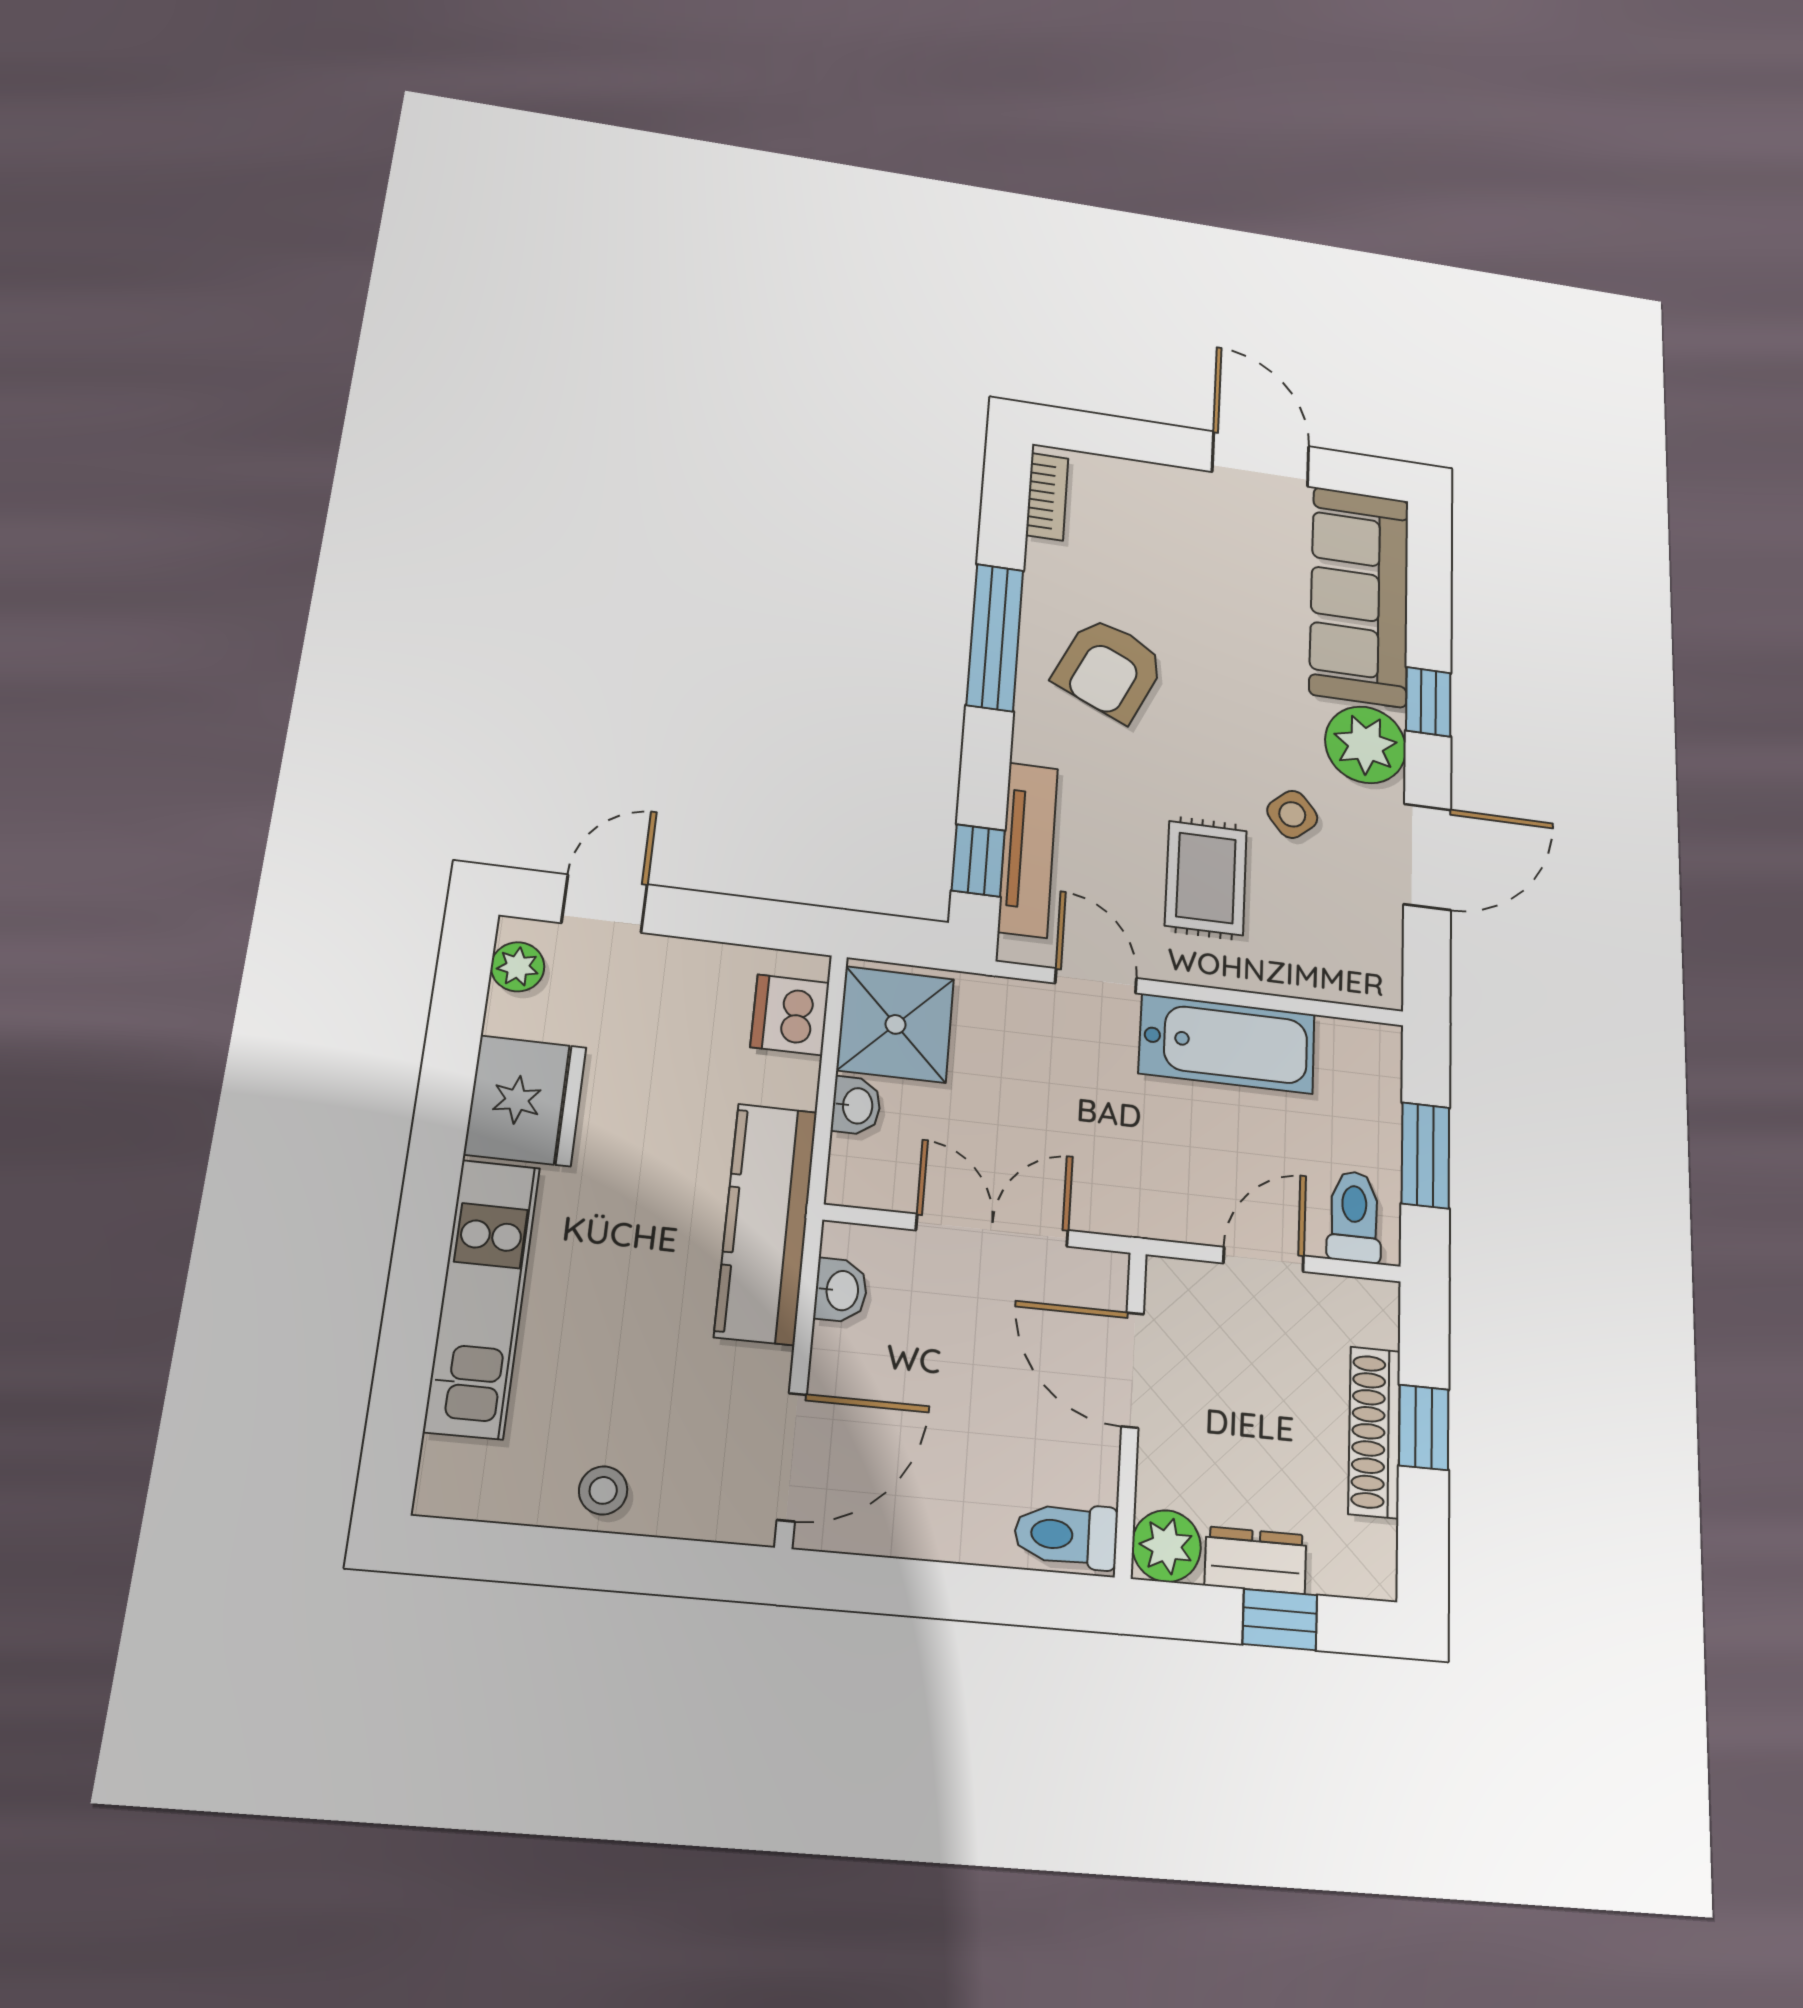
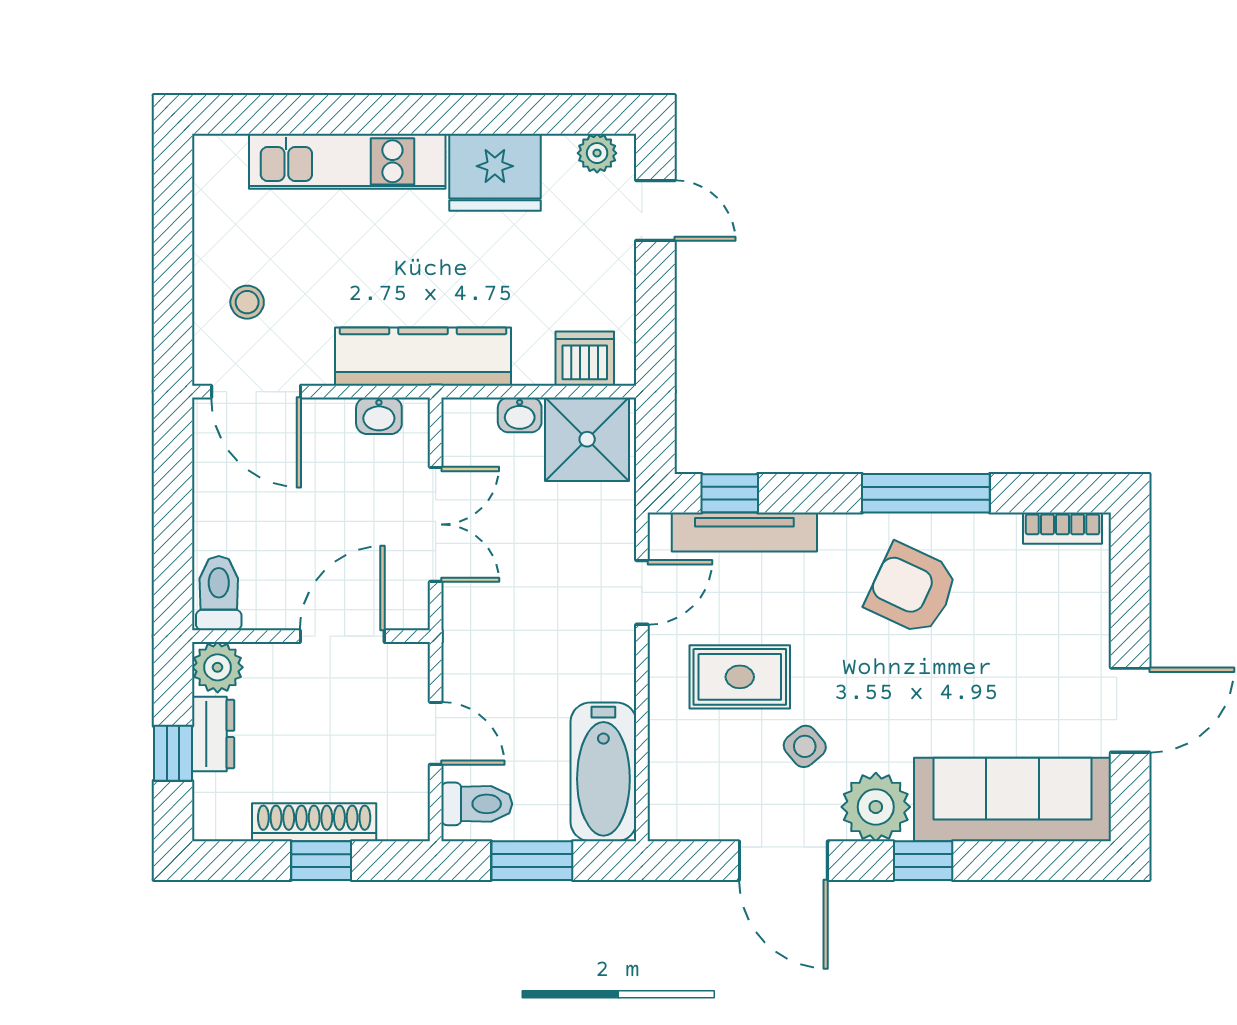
bathtub: (1227, 1044) -> (603, 772), moved
stool: (603, 1490) -> (247, 302), moved

